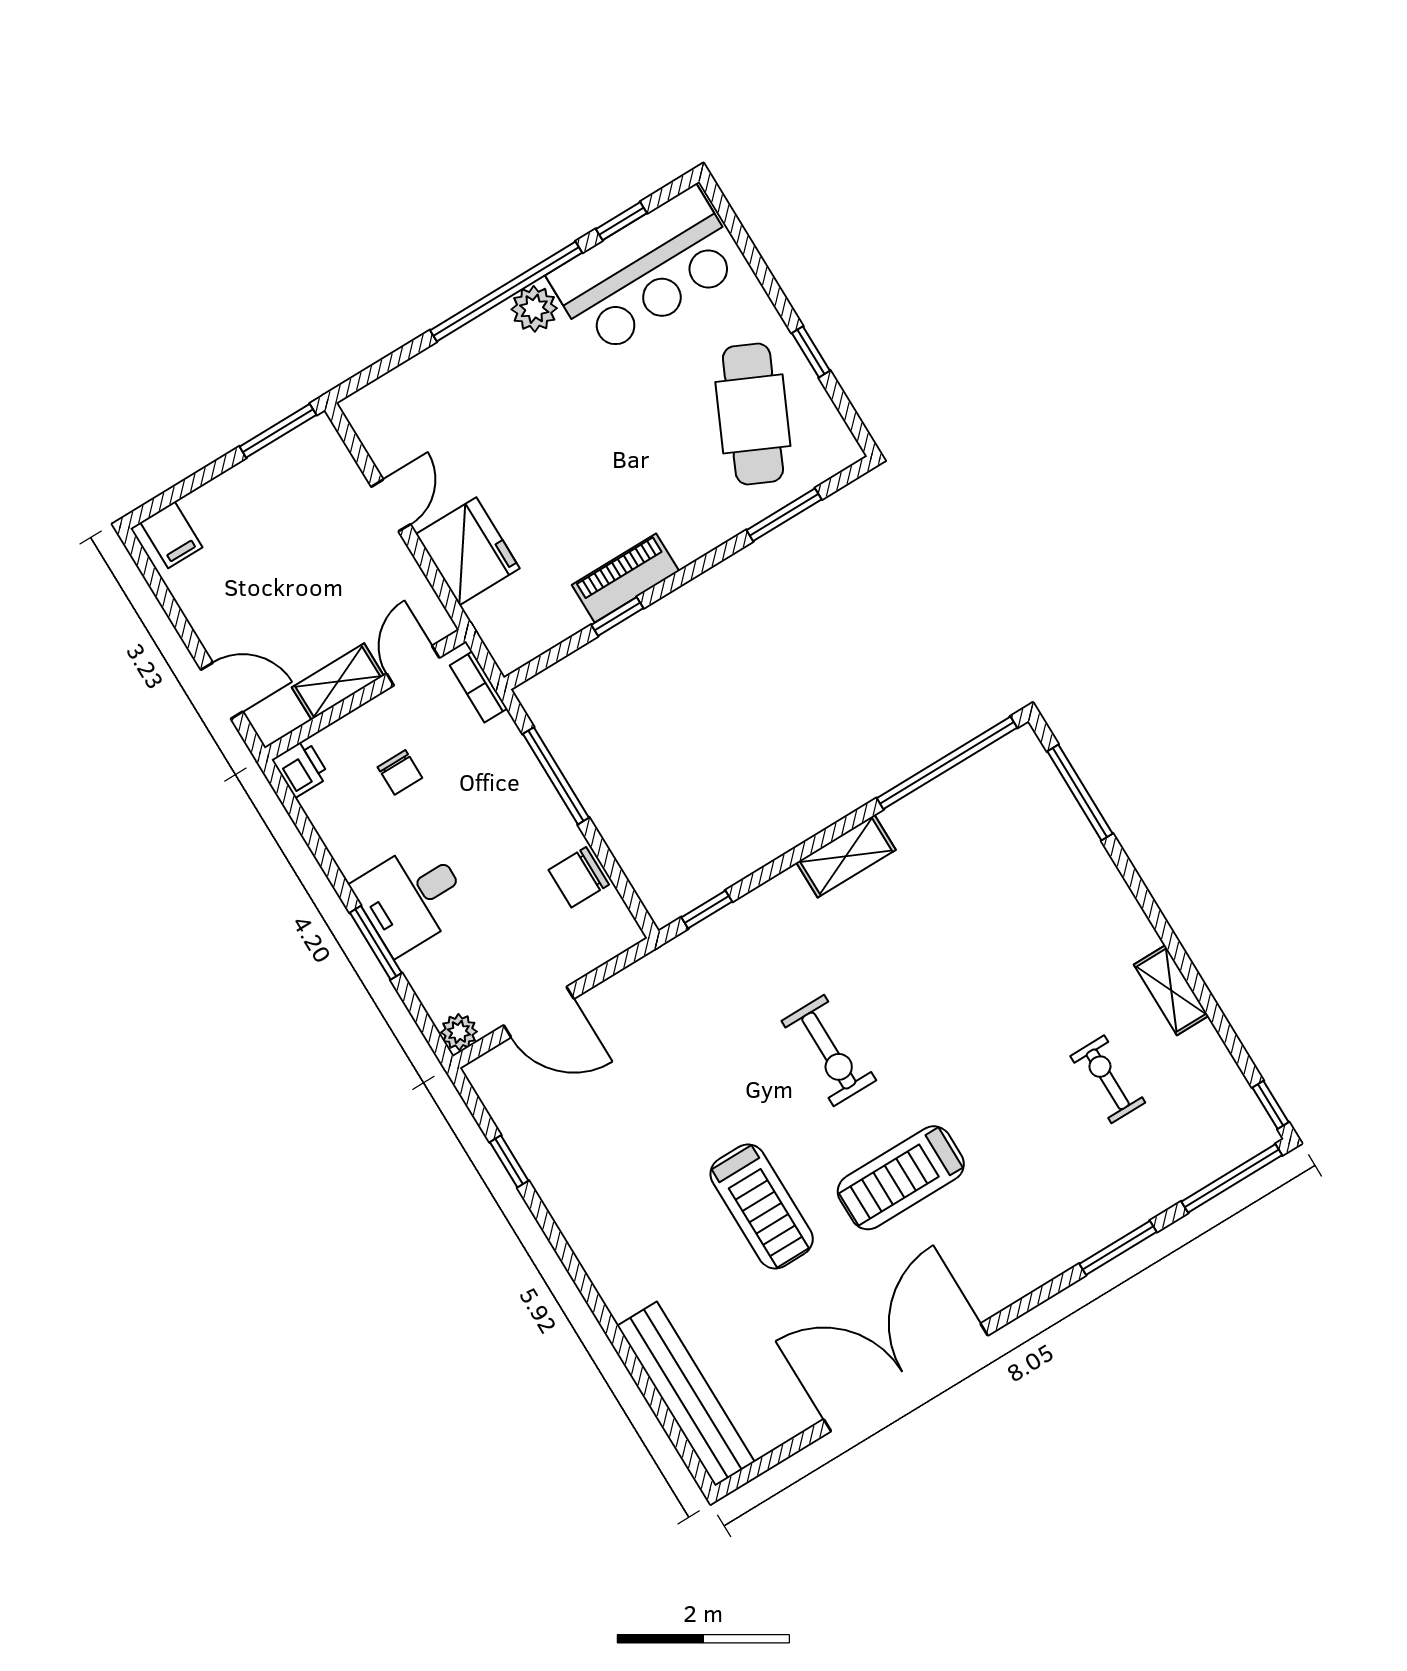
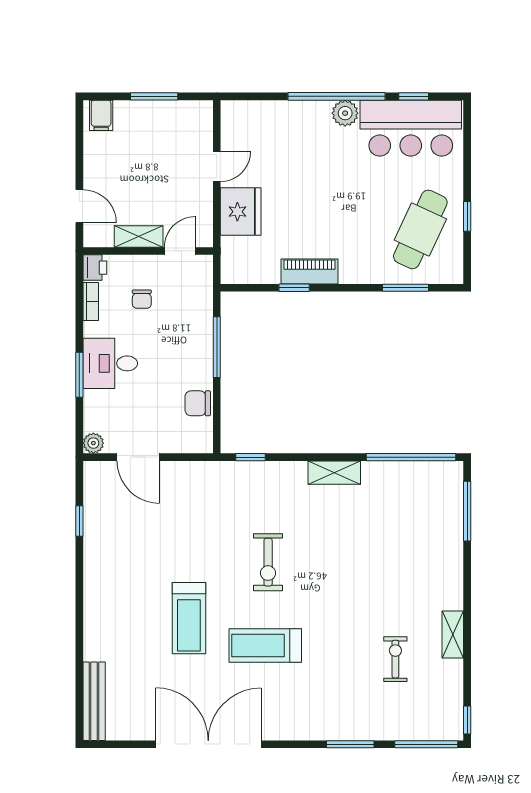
window: (278, 431) -> (154, 96), moved
bookcase: (478, 687) -> (91, 302), moved, turned 180
bench: (686, 1394) -> (94, 701), width x0.73, depth x0.82

